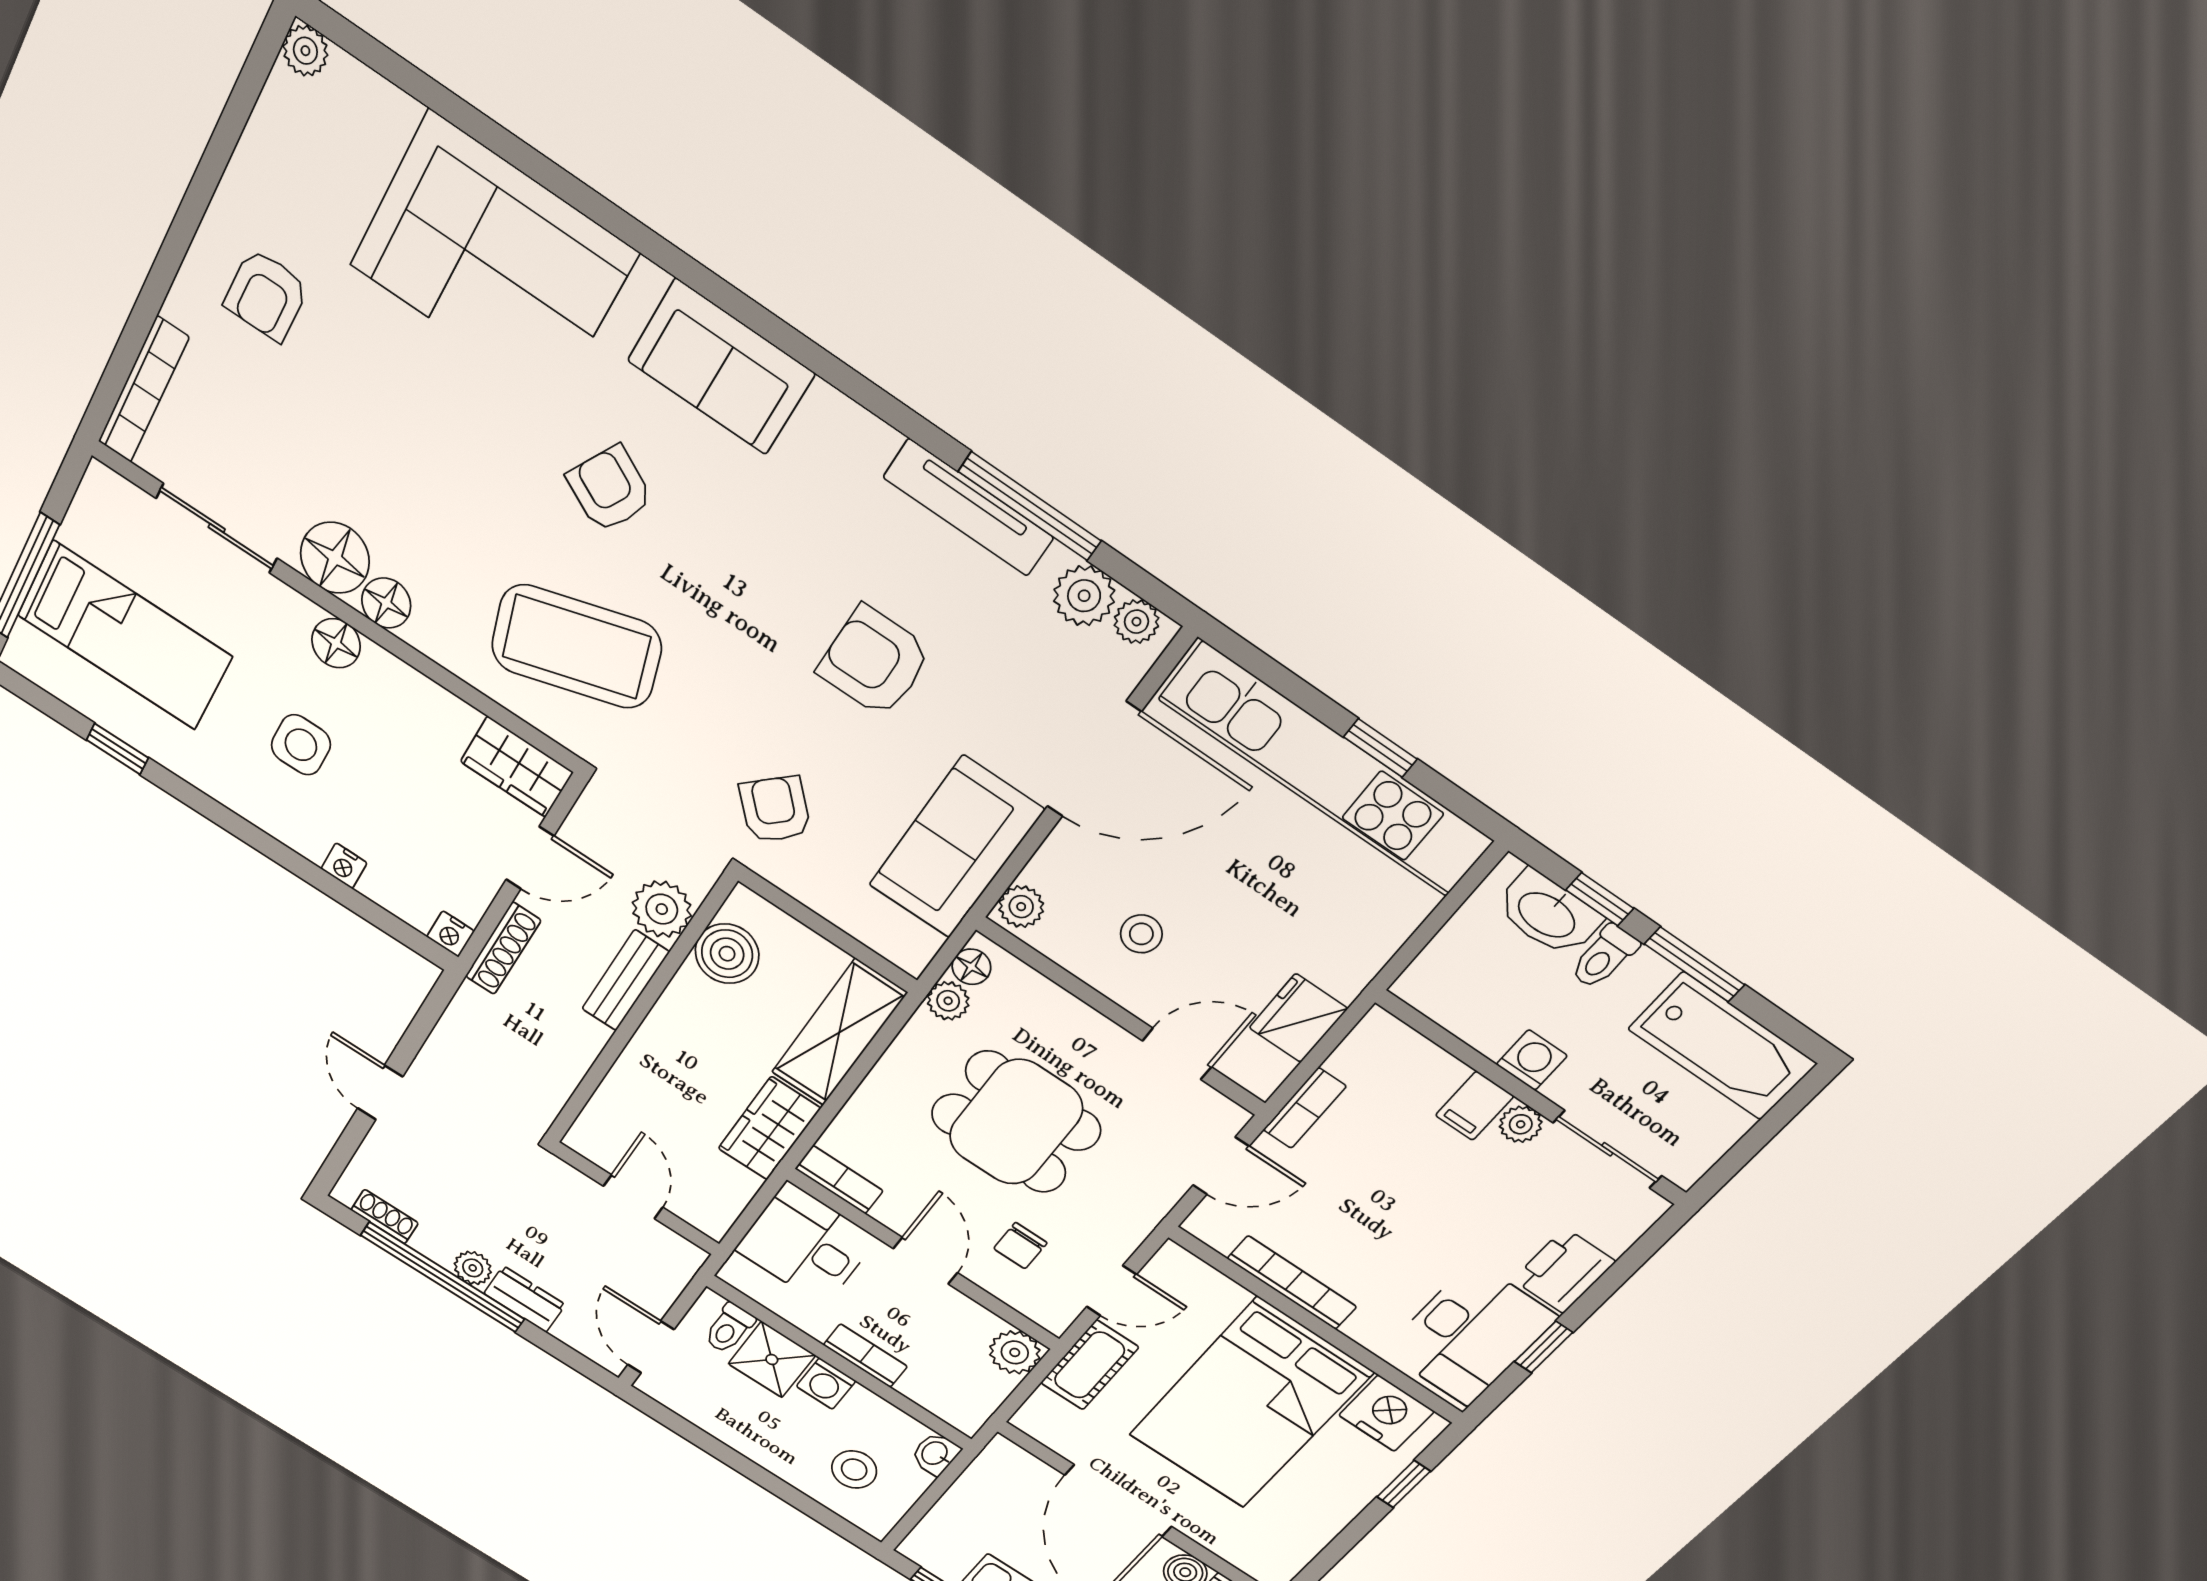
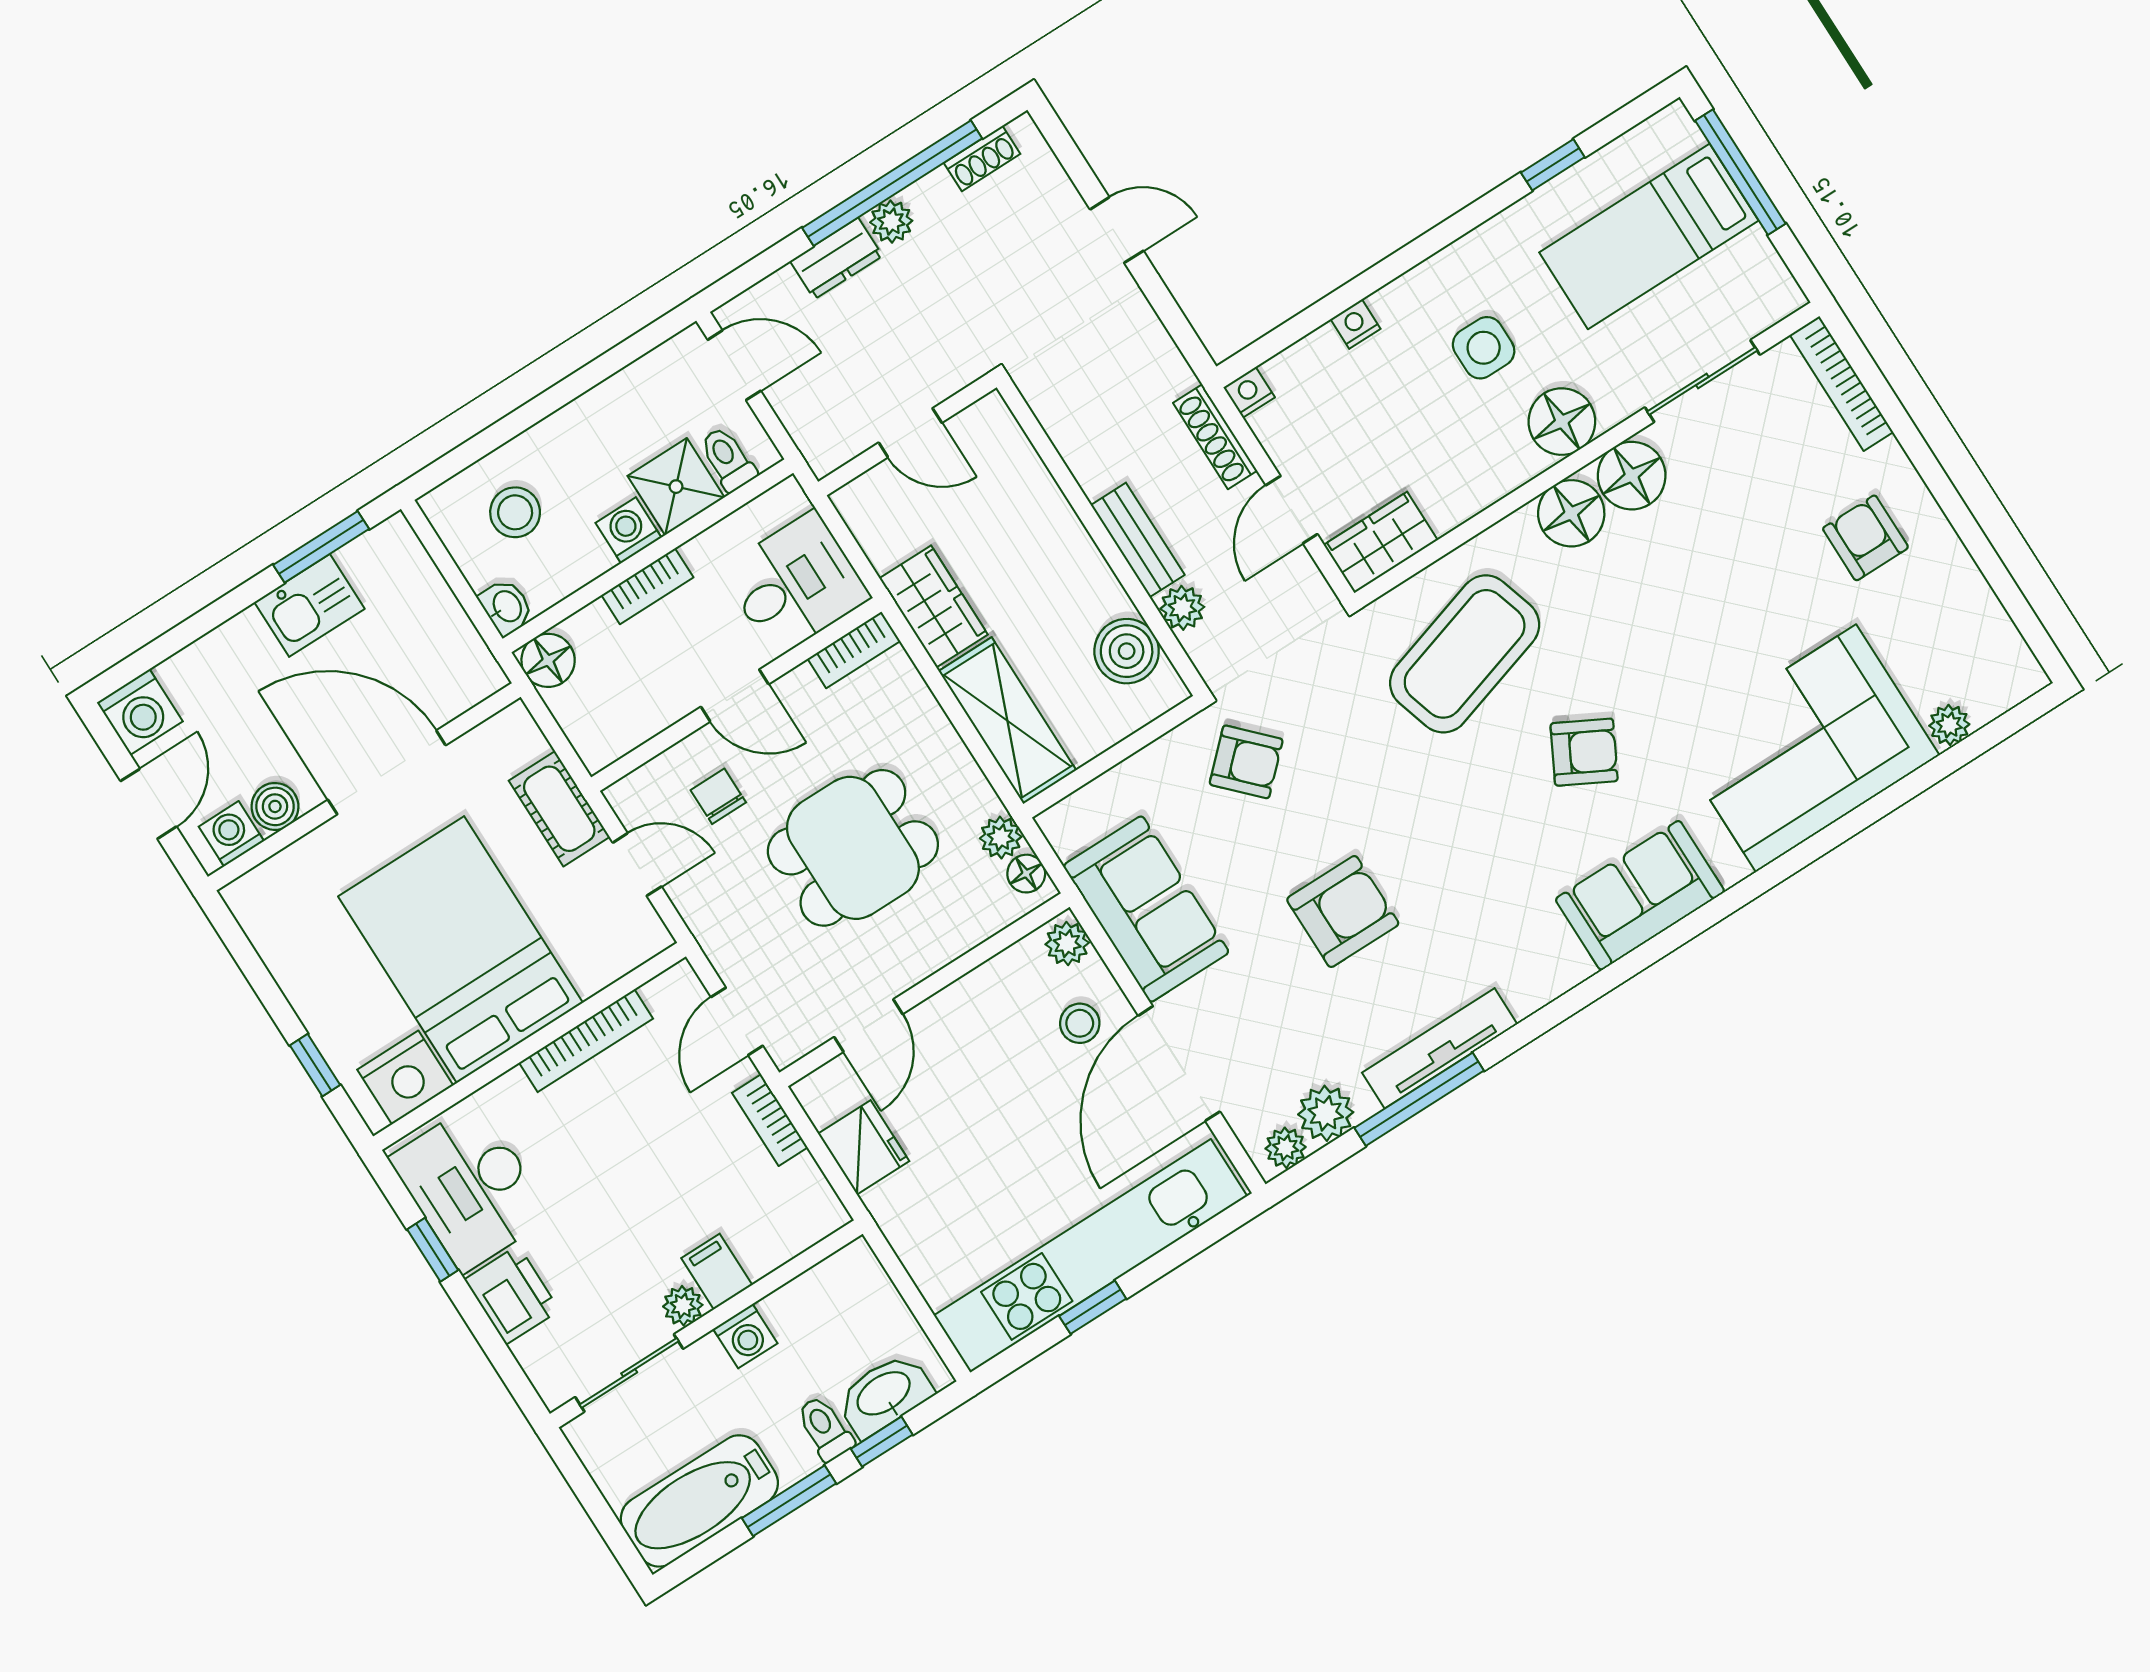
plant: (305, 51) -> (1949, 725), moved
floor lamp: (386, 603) -> (1571, 513), width x1.38, depth x1.38
floor lamp: (336, 643) -> (1562, 422), width x1.38, depth x1.38
plant: (662, 909) -> (1182, 608), width x0.73, depth x0.73
stool: (1141, 934) -> (1080, 1023), moved
door: (1111, 1291) -> (637, 865), swing flipped
plant: (1015, 1352) -> (599, 740), removed
floor lamp: (965, 1411) -> (548, 660), added

